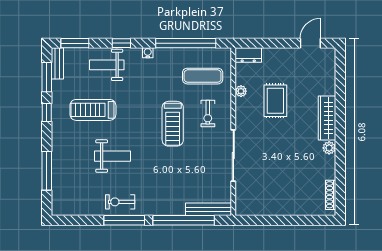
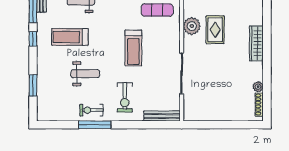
plant: (241, 91) -> (192, 26), width x1.88, depth x1.88
exercise bike: (208, 113) -> (125, 97), moved, width x1.38, depth x1.39
plant: (329, 148) -> (258, 87), moved
window: (47, 171) -> (33, 85), width x0.69
window: (184, 220) -> (142, 125), removed

